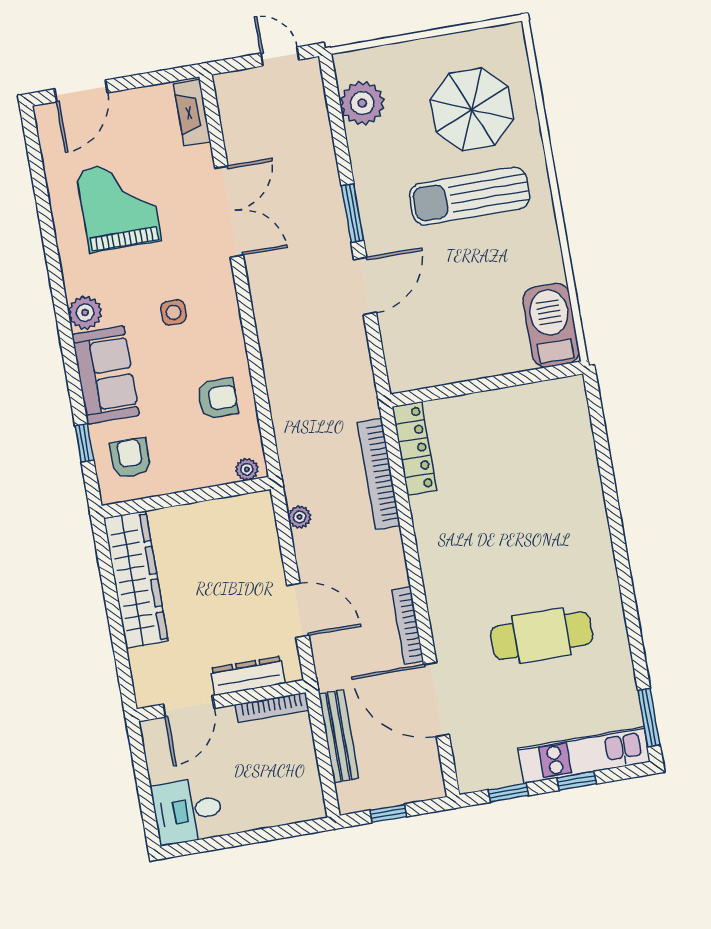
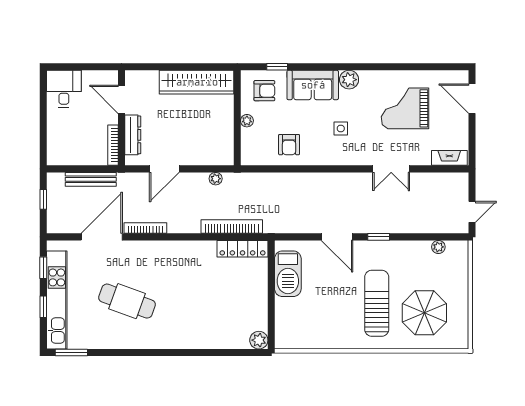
plant: (362, 103) -> (438, 247), width x0.53, depth x0.53
grand piano: (119, 206) -> (405, 108), turned 180
double door: (229, 212) -> (391, 169), width x0.73
window: (352, 213) -> (379, 237), width x0.67
barbecue: (551, 325) -> (288, 274), moved, turned 90
plant: (570, 392) -> (259, 340), added
plant: (247, 469) -> (247, 121), moved
cafe table: (541, 635) -> (127, 301), turned -70
kitchen unit: (584, 755) -> (57, 300), width x1.36

